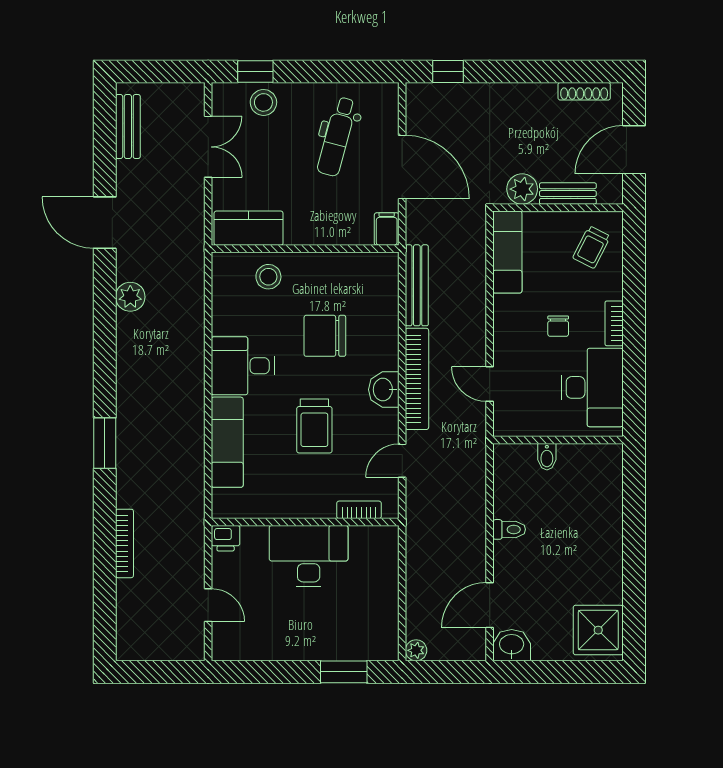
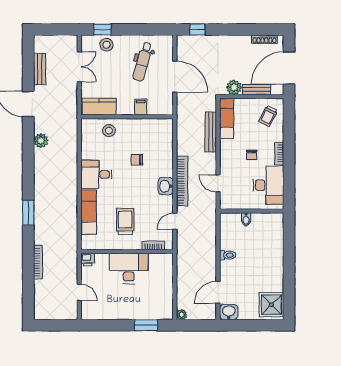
bench: (128, 126) -> (40, 69), moved
door: (634, 150) -> (289, 68), width x1.36
filing cabinet: (387, 229) -> (141, 107), moved
bench: (417, 285) -> (211, 132), moved
chair: (325, 336) -> (137, 160), width x0.54, depth x0.54
trolley: (314, 426) -> (125, 221), moved, turned 180

